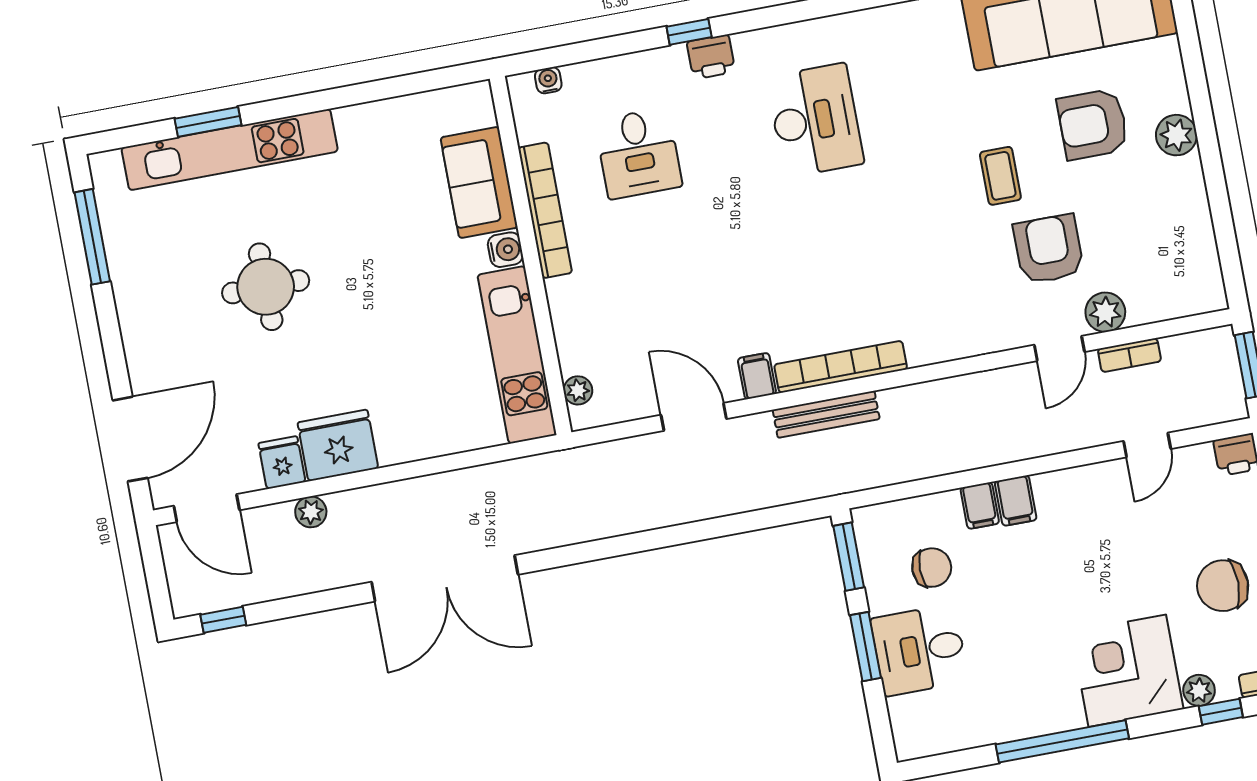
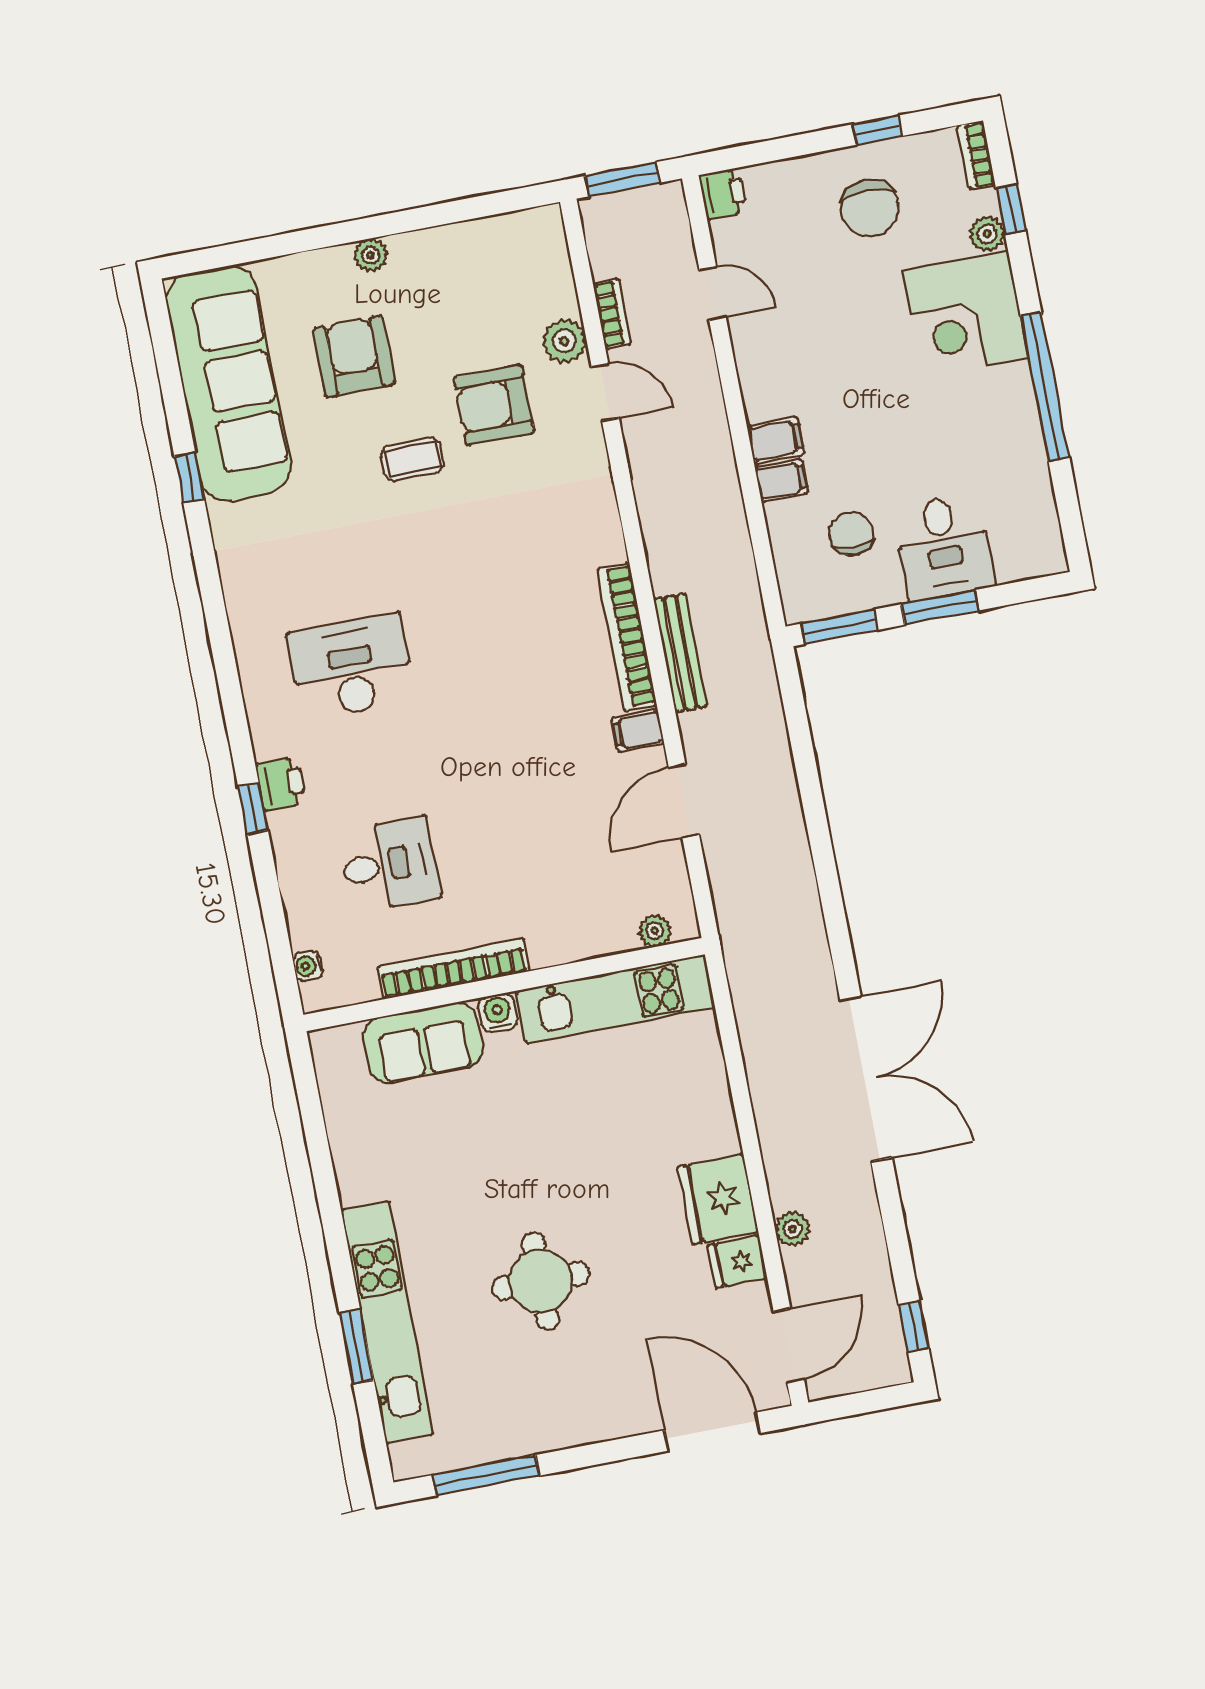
armchair: (1093, 124) -> (354, 356), turned 180
plant: (1176, 135) -> (371, 255), width x0.73, depth x0.73

